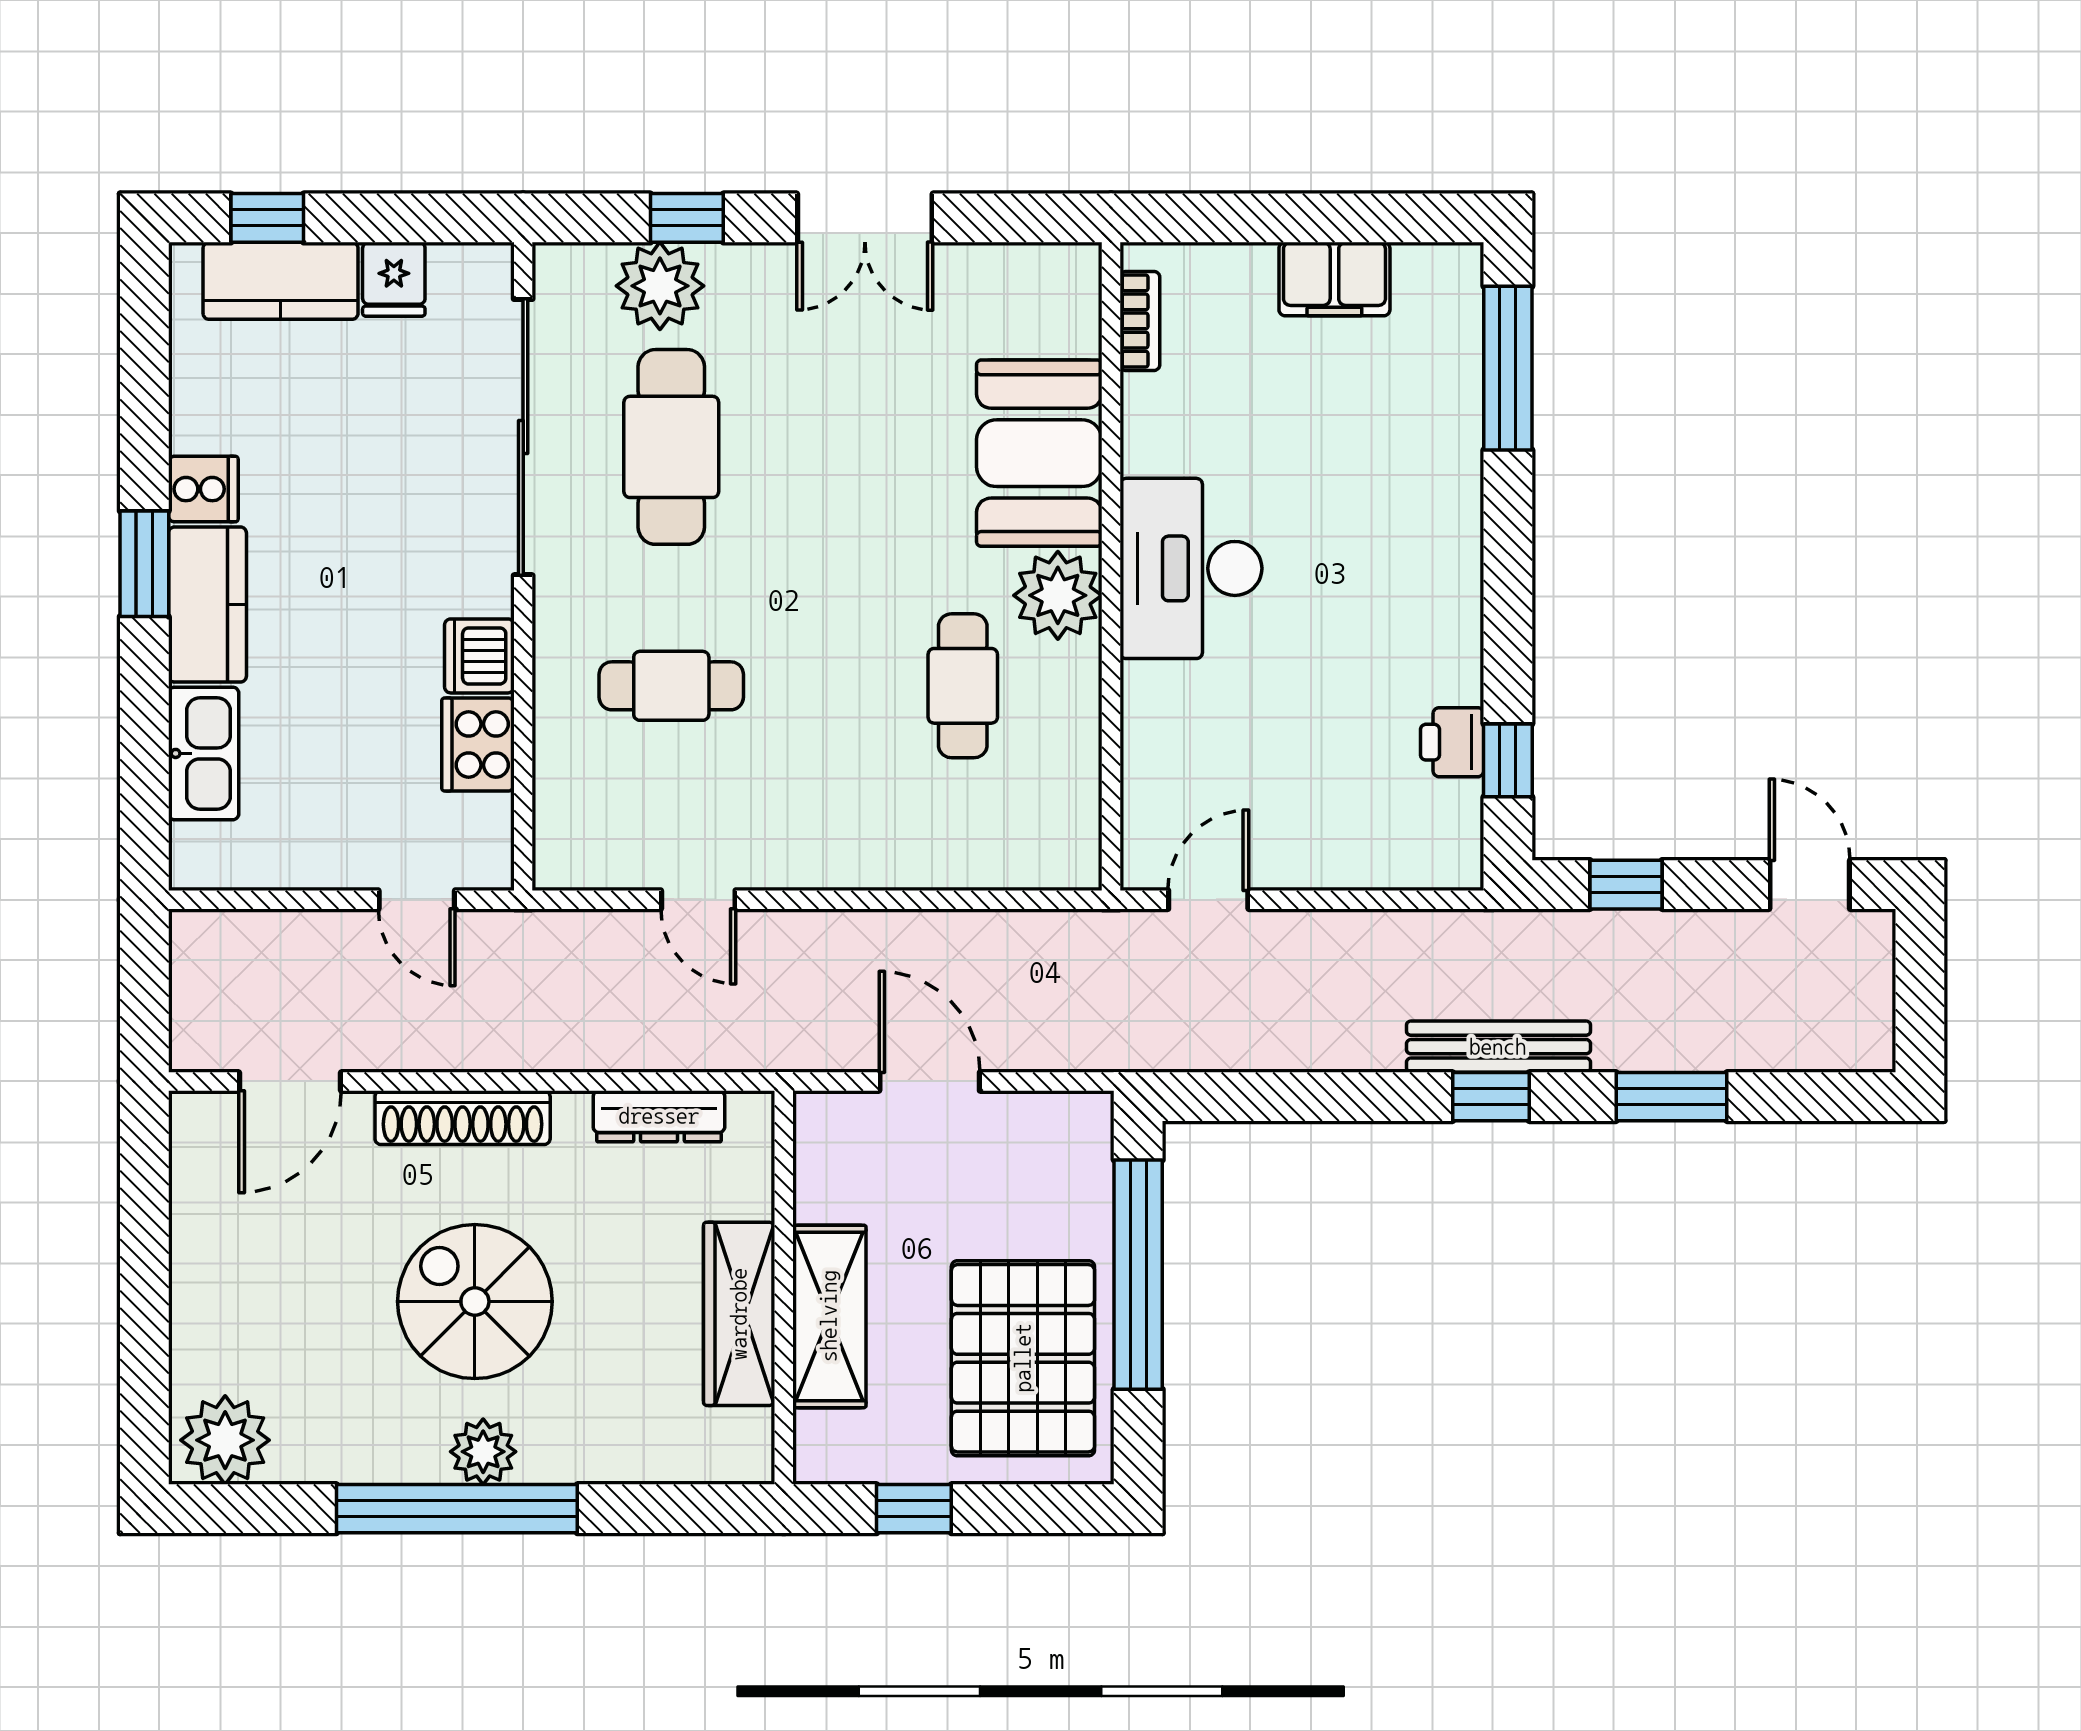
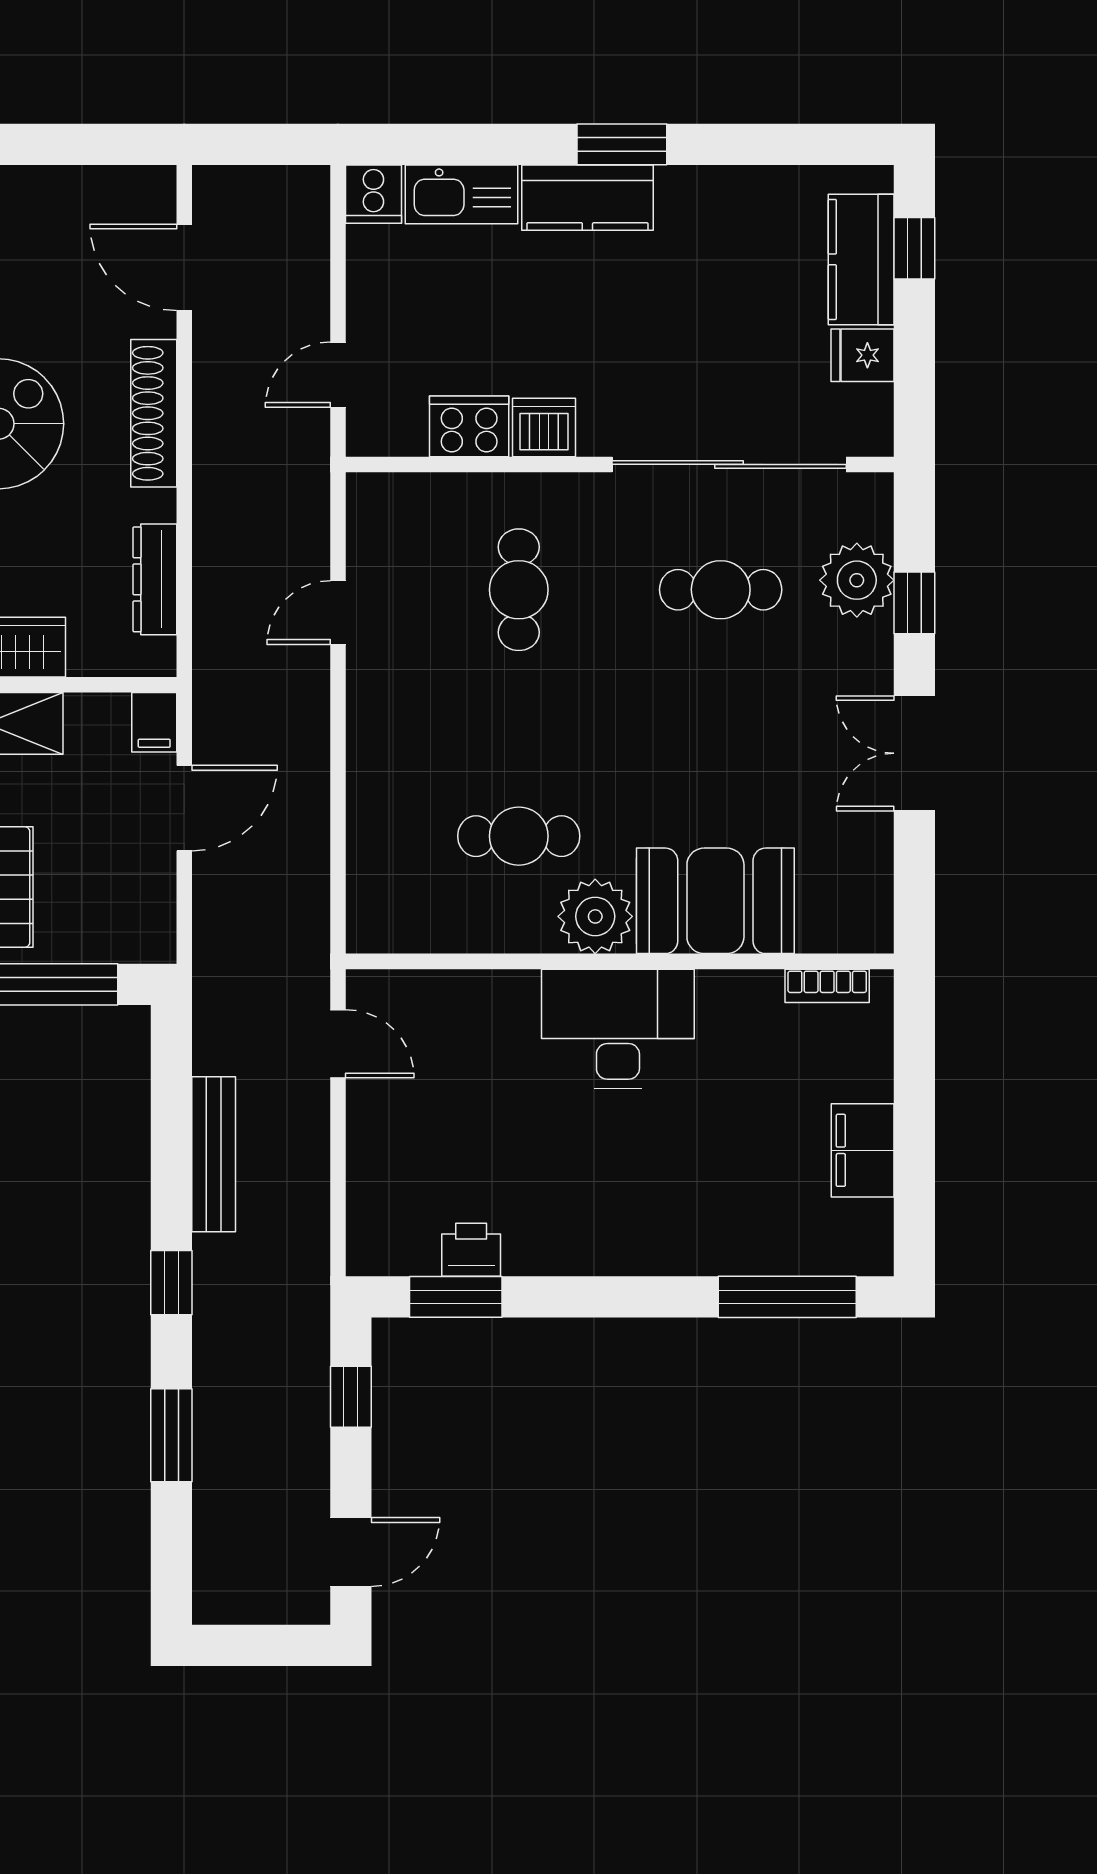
cafe table: (671, 447) -> (721, 590), width x0.73, depth x0.74
cooker: (203, 489) -> (373, 194), moved
window: (1508, 760) -> (456, 1297), width x1.50
bench: (1498, 1047) -> (214, 1154), moved
filing cabinet: (828, 1117) -> (154, 722), added

